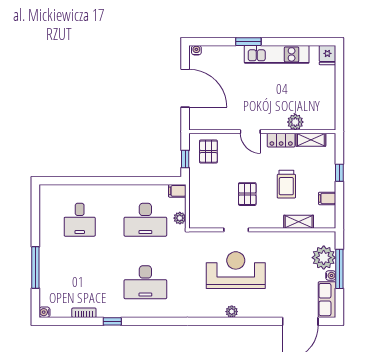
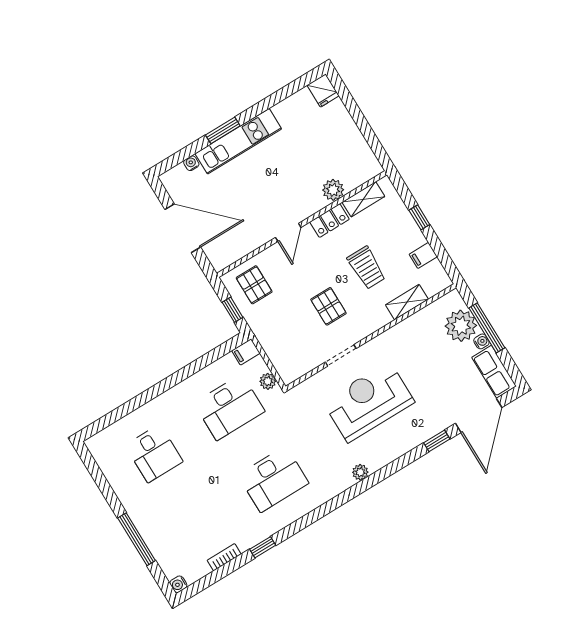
water cooler: (196, 50) -> (191, 163), moved
kitchen unit: (277, 54) -> (238, 141), moved
door: (250, 132) -> (288, 232), hinge flipped
plant: (232, 312) -> (360, 472), moved
window: (264, 321) -> (437, 441), added

